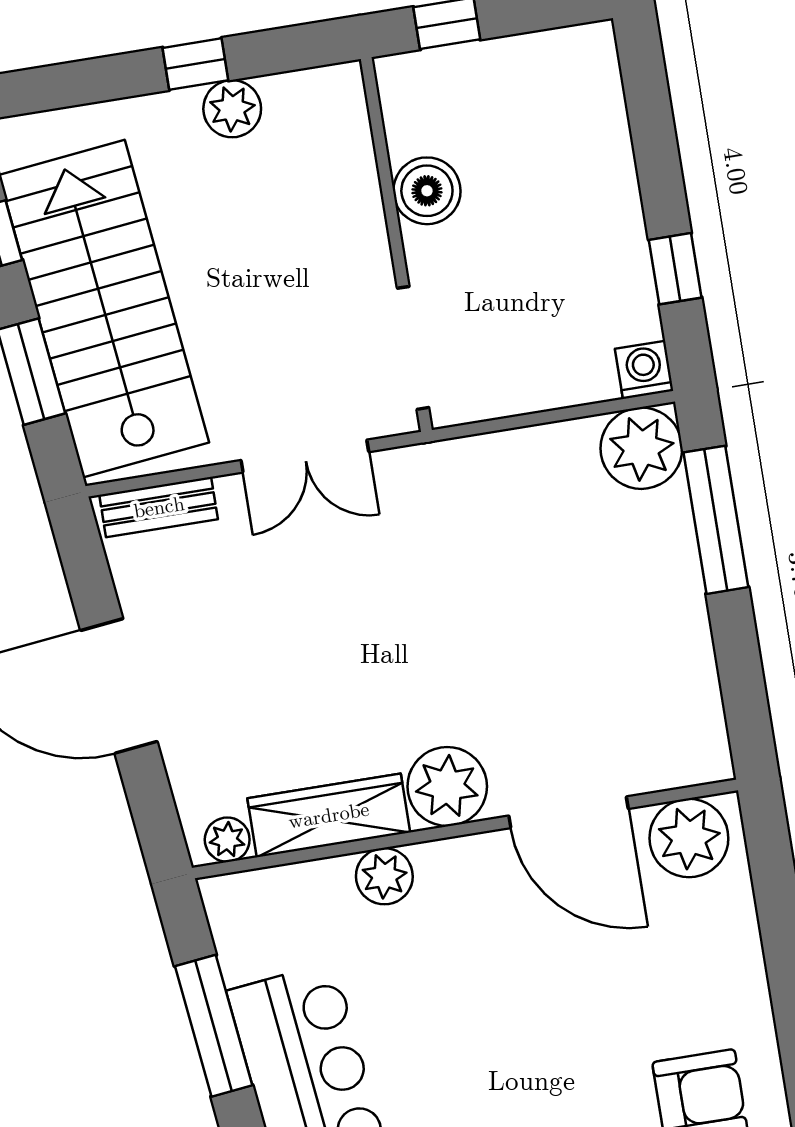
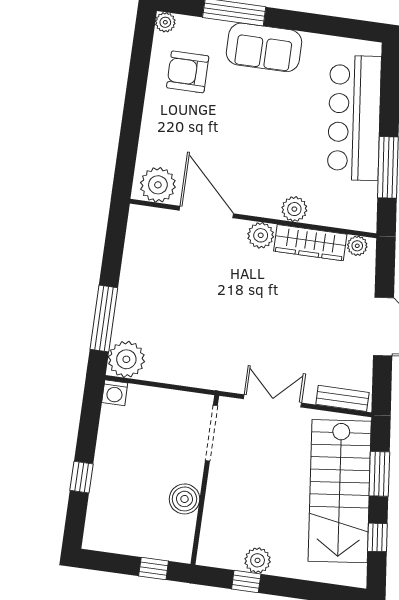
window: (195, 64) -> (246, 582), moved
window: (675, 269) -> (81, 477), moved
plant: (447, 786) -> (261, 235), width x0.73, depth x0.73

